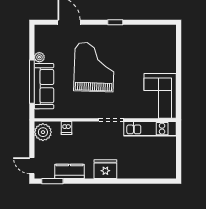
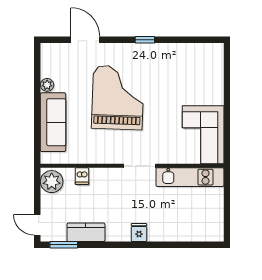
window: (32, 82) -> (37, 116), removed
fridge: (105, 169) -> (139, 233), width x0.53, depth x0.75

